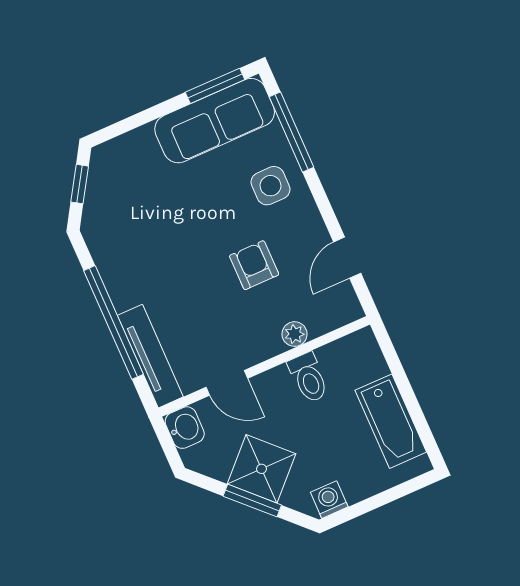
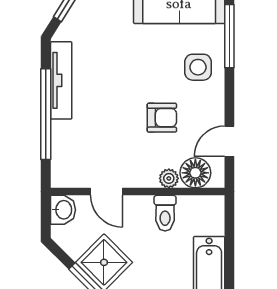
armchair: (254, 265) -> (162, 118), turned 90
floor lamp: (323, 313) -> (195, 173), added
tv unit: (150, 356) -> (61, 80), moved

